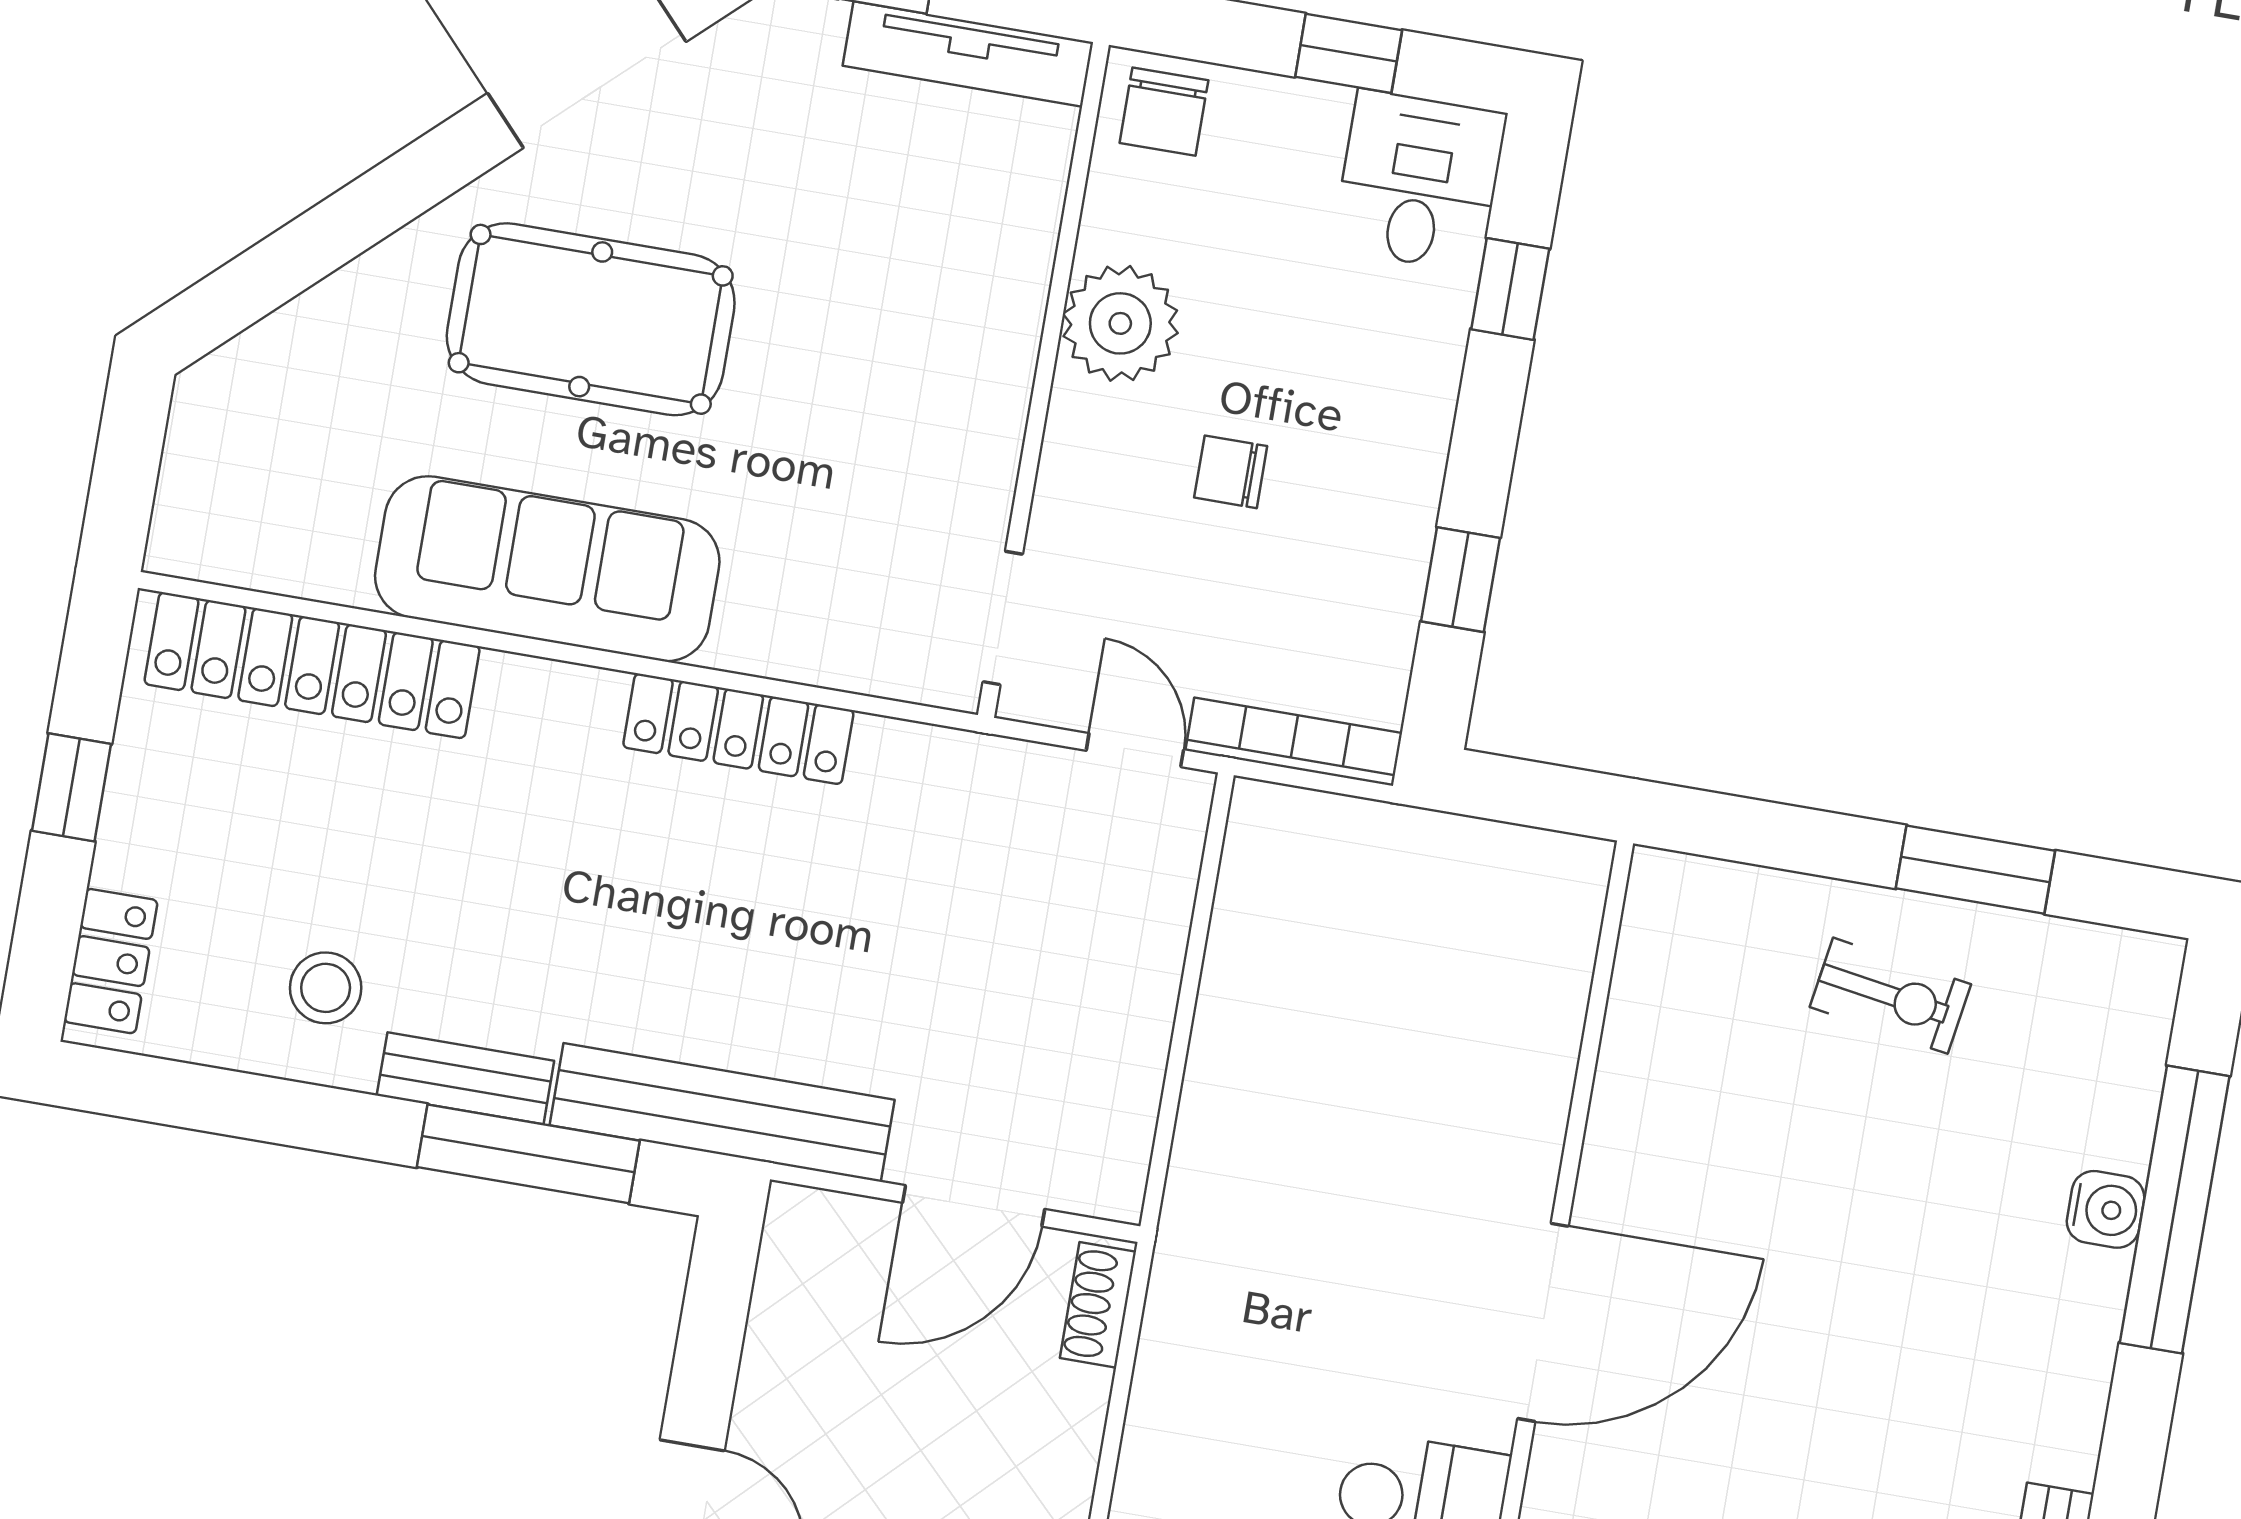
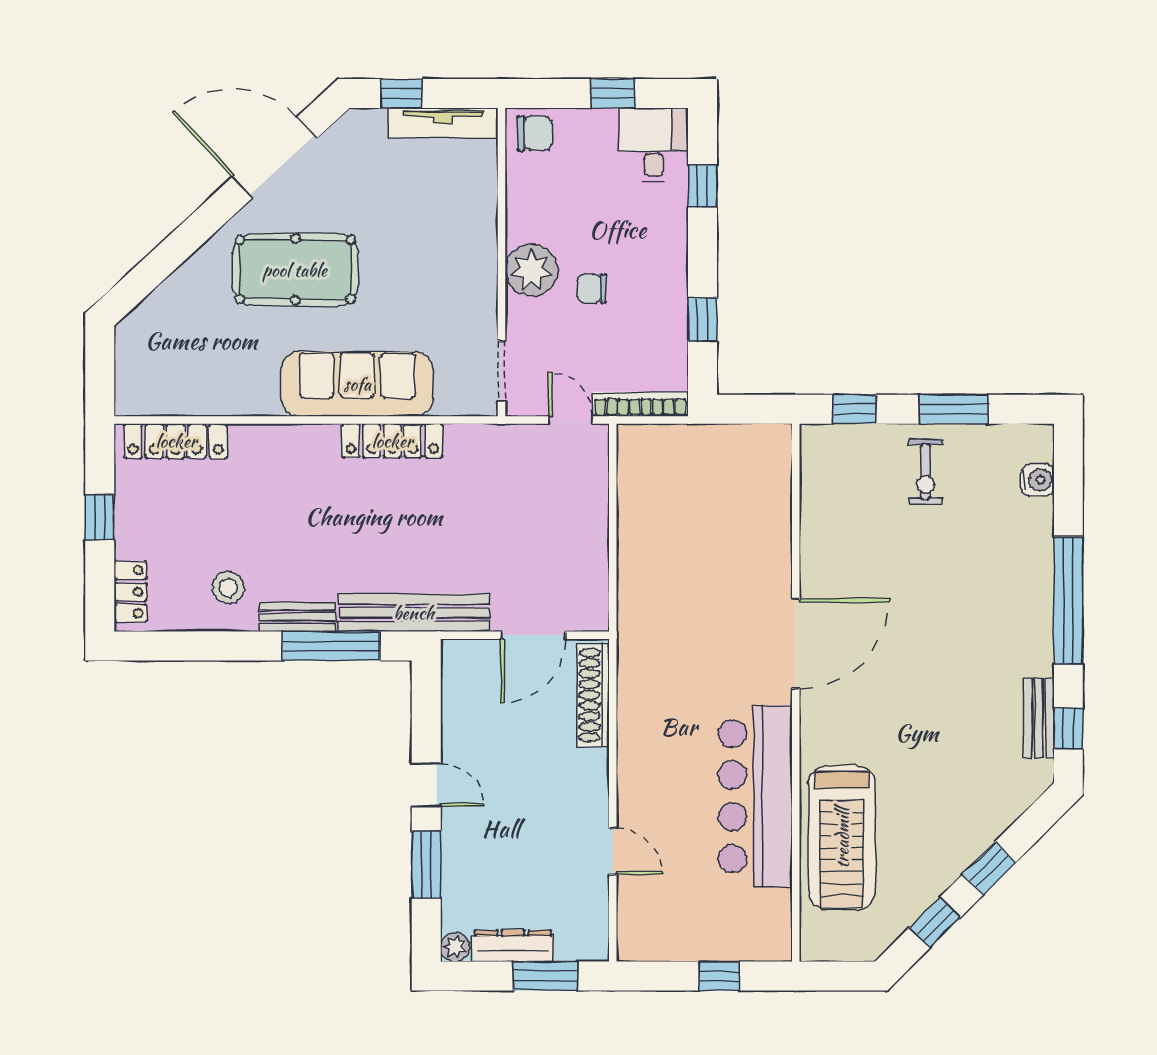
chair: (1164, 112) -> (535, 133), turned -90
plant: (1120, 323) -> (531, 270), moved
sofa: (547, 569) -> (357, 384), moved
locker: (312, 665) -> (176, 441), width x0.71, depth x0.83
window: (1758, 832) -> (854, 409), added
exercise bike: (1890, 996) -> (926, 472), turned 81
water cooler: (2106, 1209) -> (1038, 480), moved
window: (2175, 1210) -> (1068, 601), moved
shoe rack: (1098, 1305) -> (593, 695), width x1.94, depth x1.24

